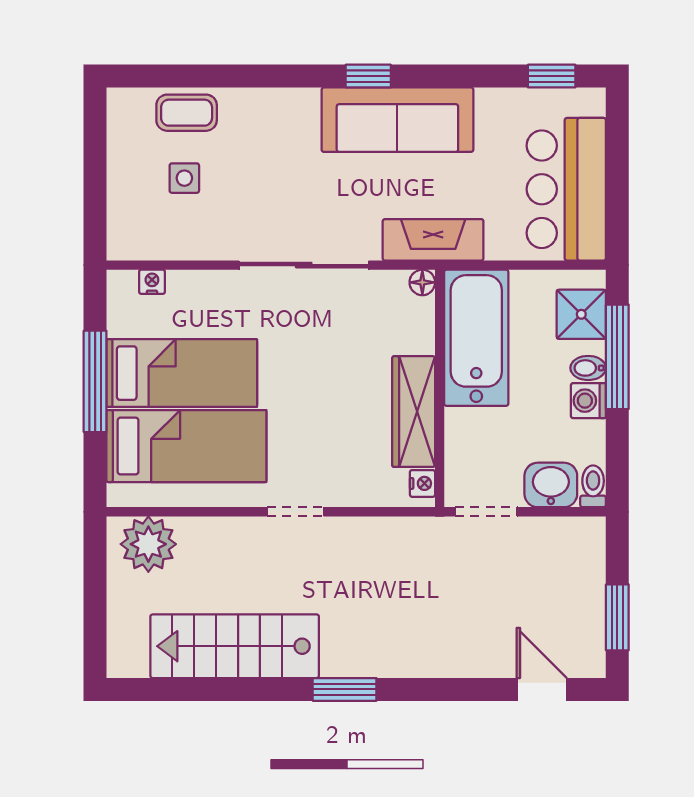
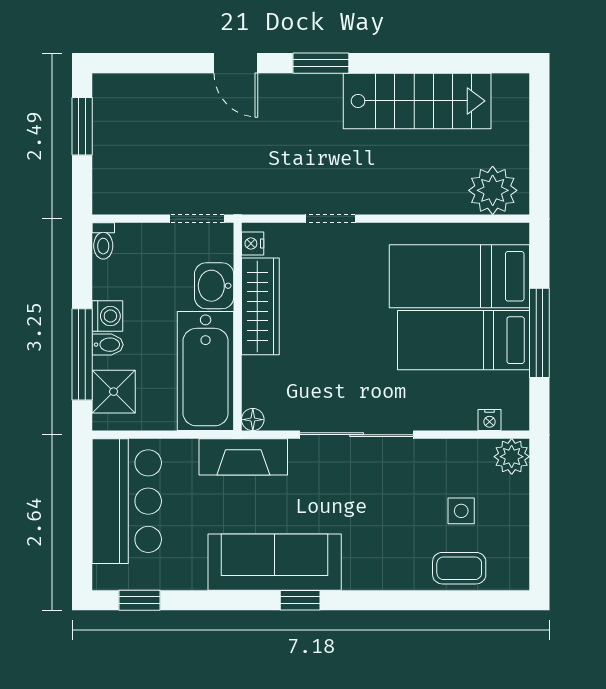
plant: (127, 240) -> (512, 457), added
washbasin: (551, 485) -> (214, 286), moved, turned 90
doorway: (295, 512) -> (330, 219), moved
door: (542, 689) -> (236, 63), moved

